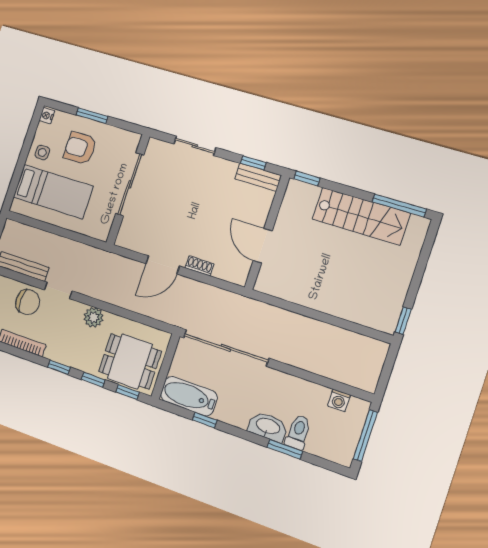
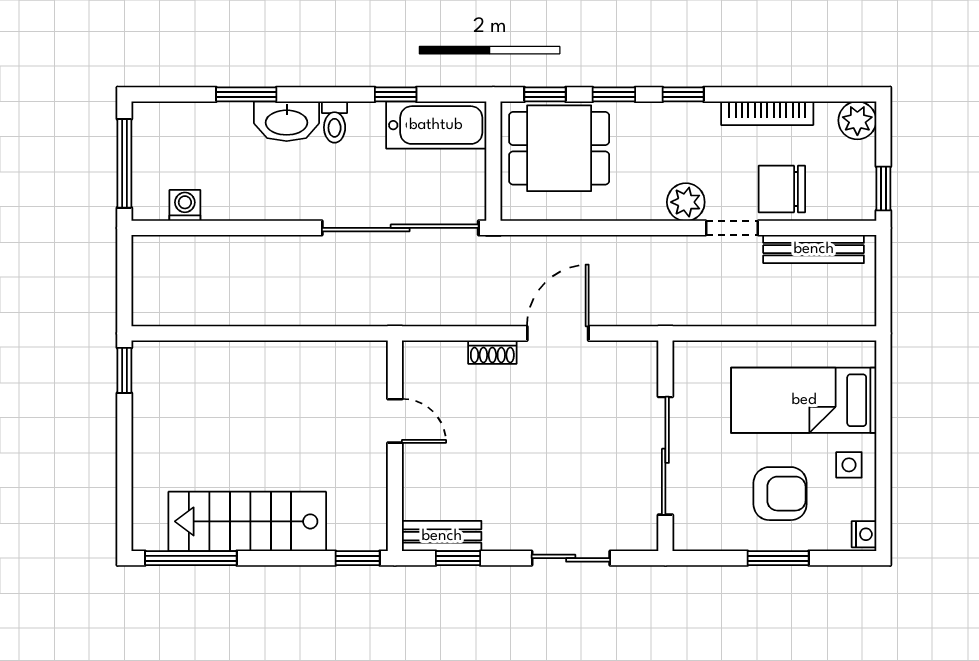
door: (263, 246) -> (395, 421), width x0.73
plant: (93, 317) -> (686, 202), moved
toilet: (298, 432) -> (335, 122), moved, width x0.73, depth x0.72

